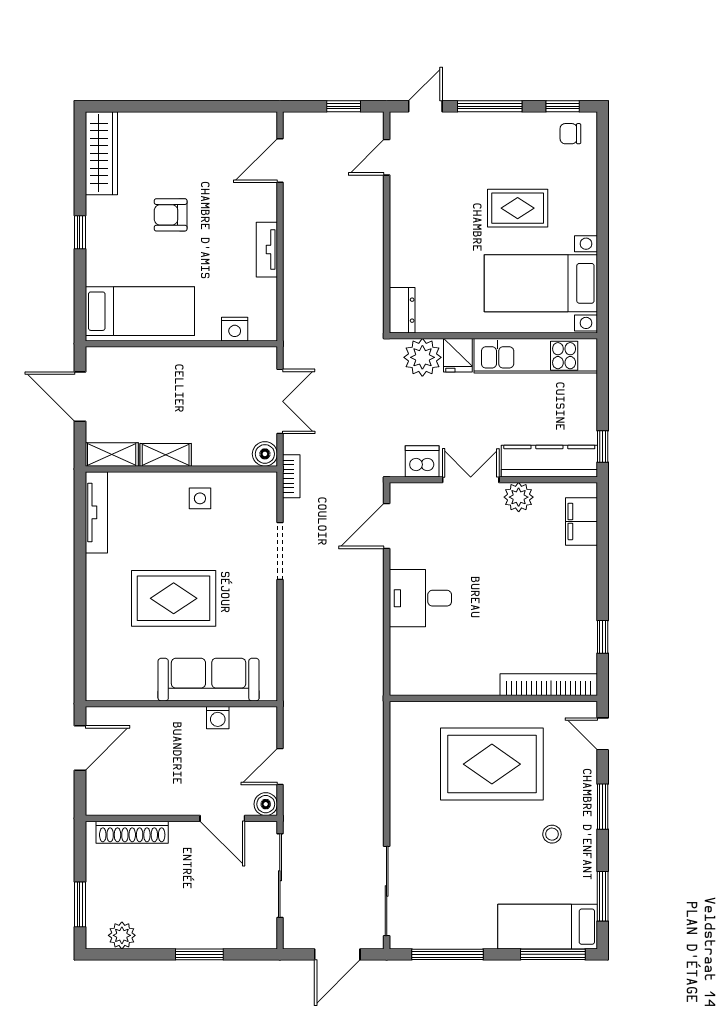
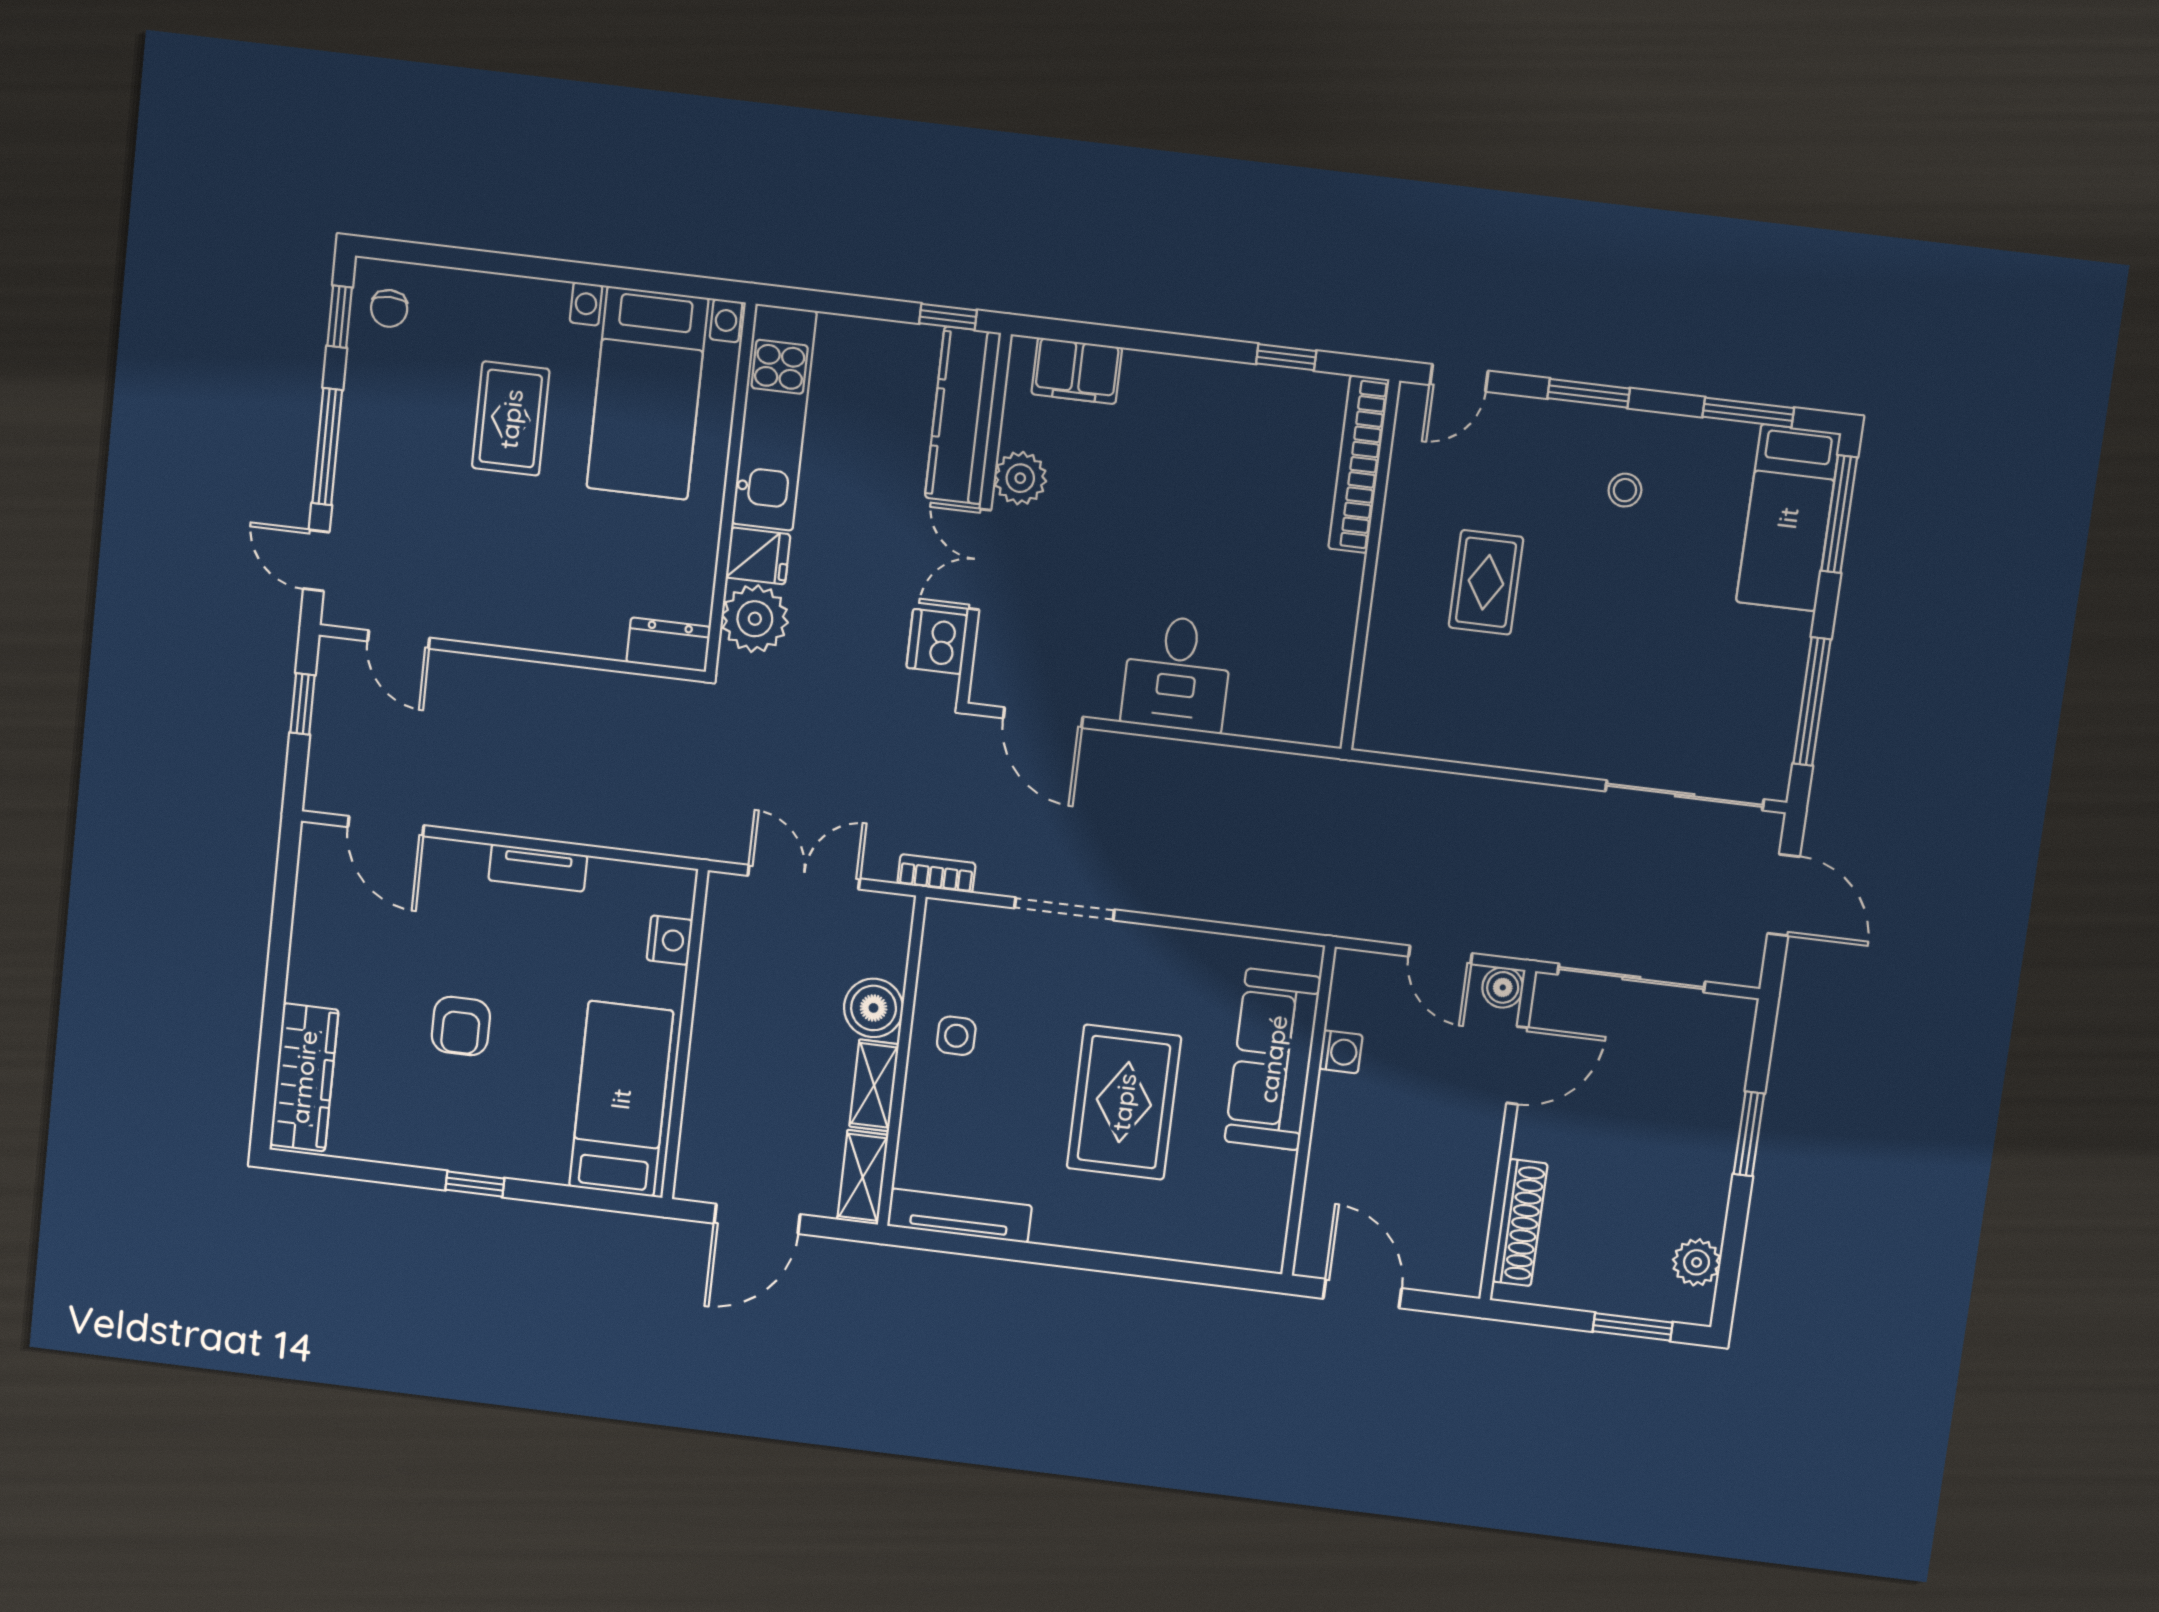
wardrobe: (101, 153) -> (304, 1077), moved, turned 90
boiler: (265, 454) -> (874, 1008), moved, width x1.36, depth x1.36
rug: (492, 764) -> (1486, 582), width x0.54, depth x0.49

